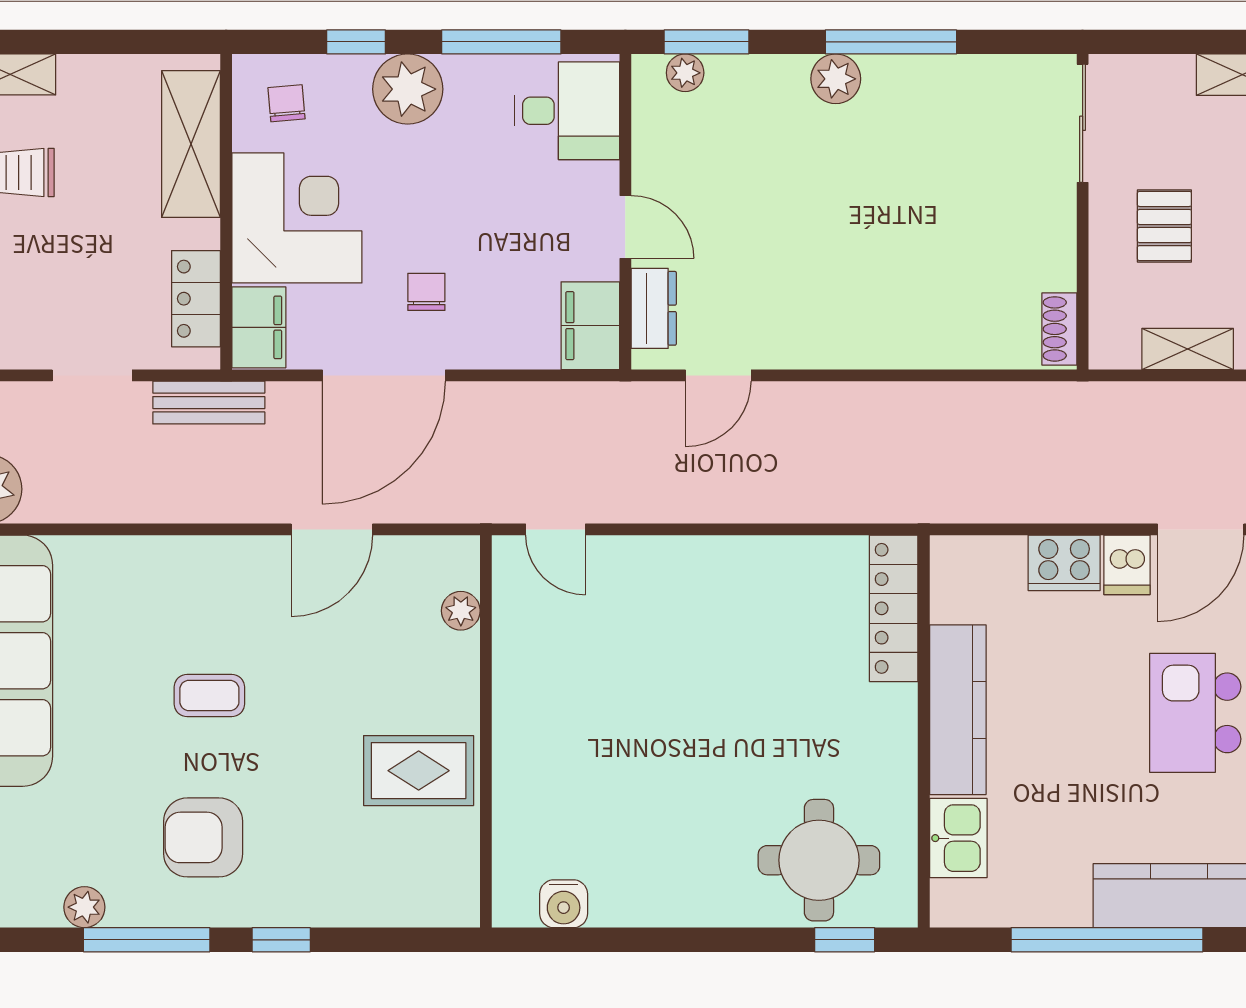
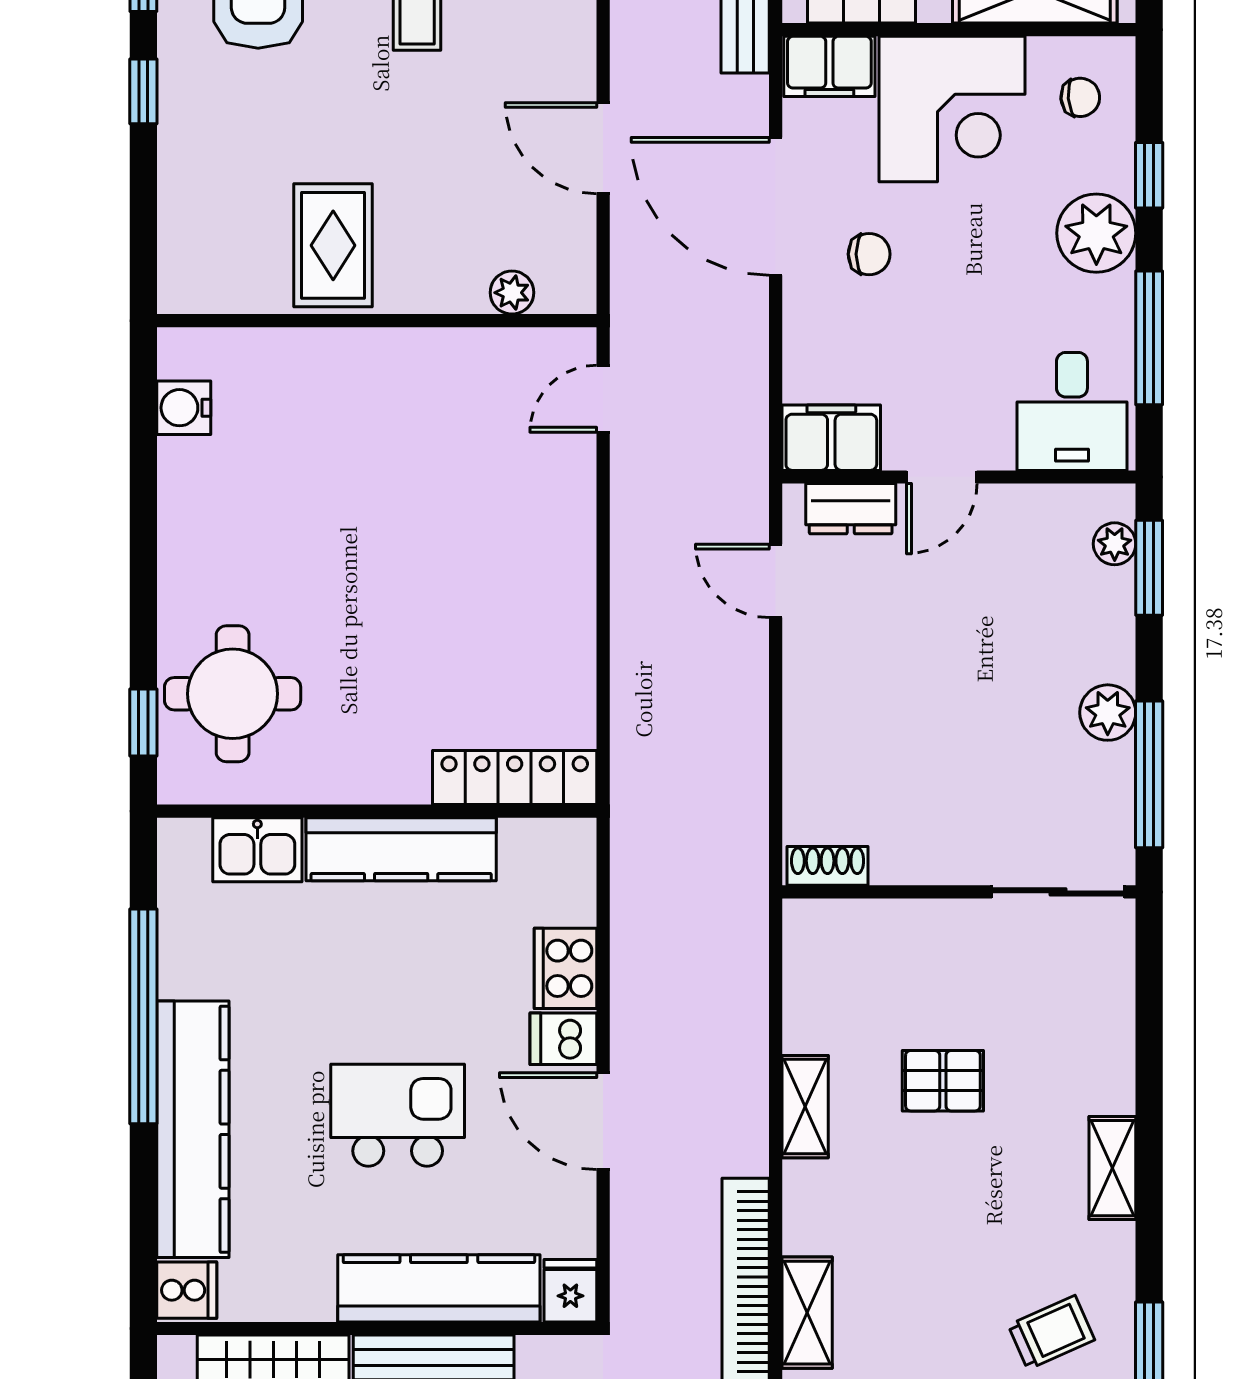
sliding door: (1083, 123) -> (1058, 892), moved
wall: (1083, 212) -> (959, 892), moved
shoe rack: (1059, 329) -> (828, 866), moved

